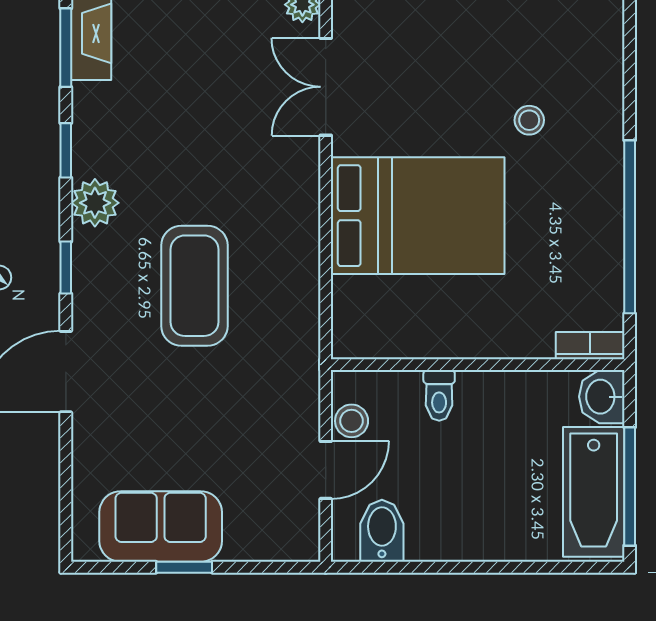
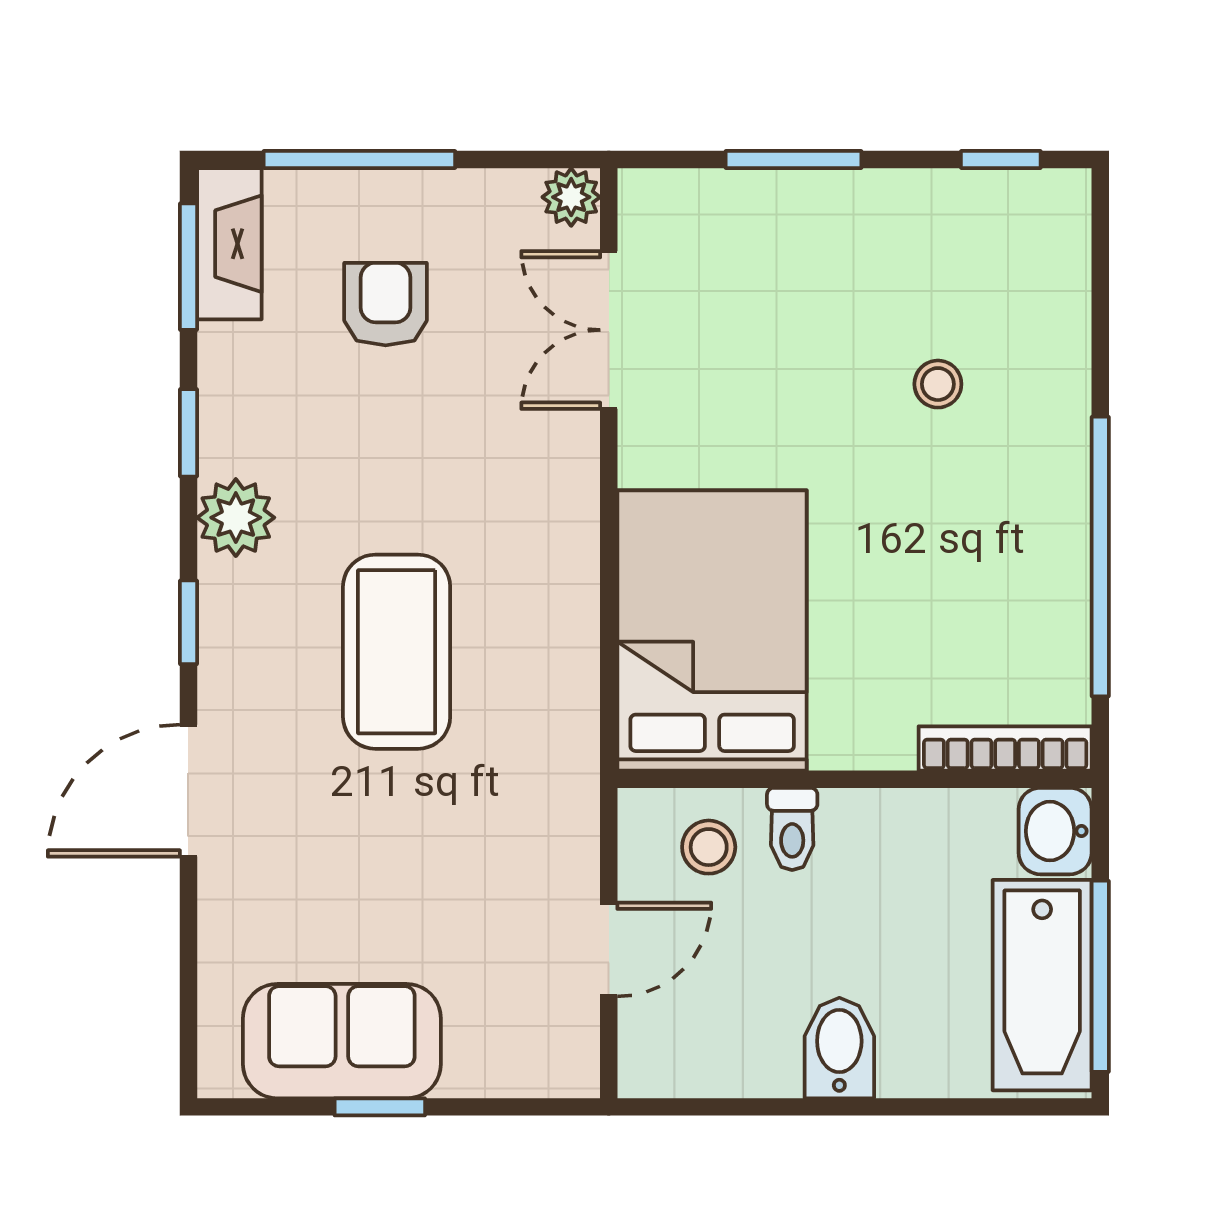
armchair: (188, 71) -> (386, 304), added
bed: (418, 216) -> (712, 631), moved, turned -90
bookcase: (590, 346) -> (1005, 749), width x1.56
stool: (352, 421) -> (709, 847), moved
bidet: (382, 531) -> (839, 1048), moved

